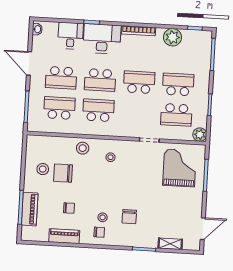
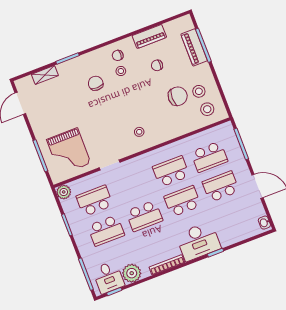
desk: (71, 36) -> (108, 277), moved
school desk: (98, 110) -> (171, 171), turned 180
stool: (83, 148) -> (207, 109), moved

